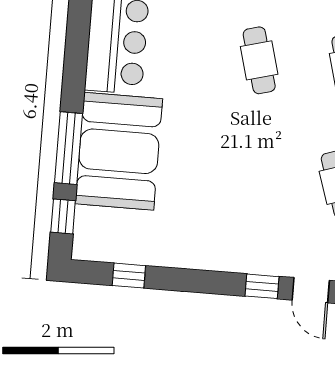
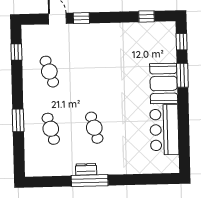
window: (69, 148) -> (182, 75), width x0.69
booth: (119, 151) -> (164, 83), width x0.73, depth x0.70

